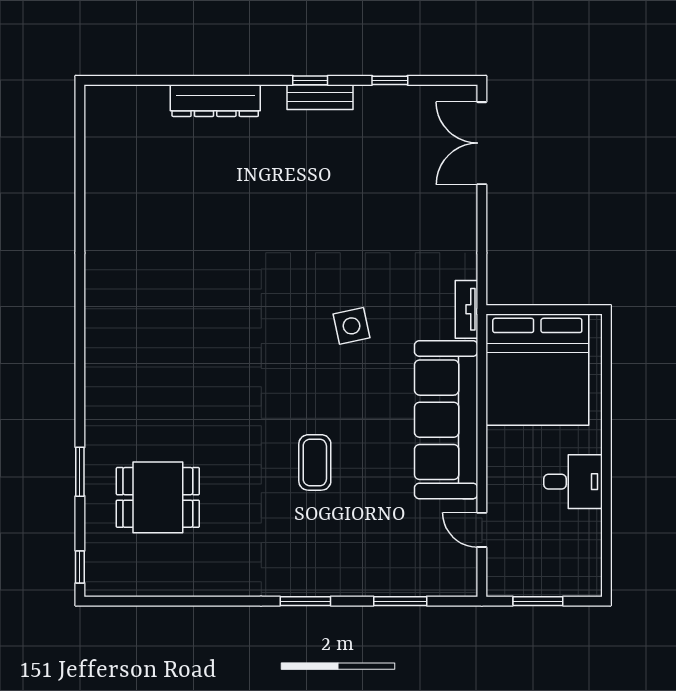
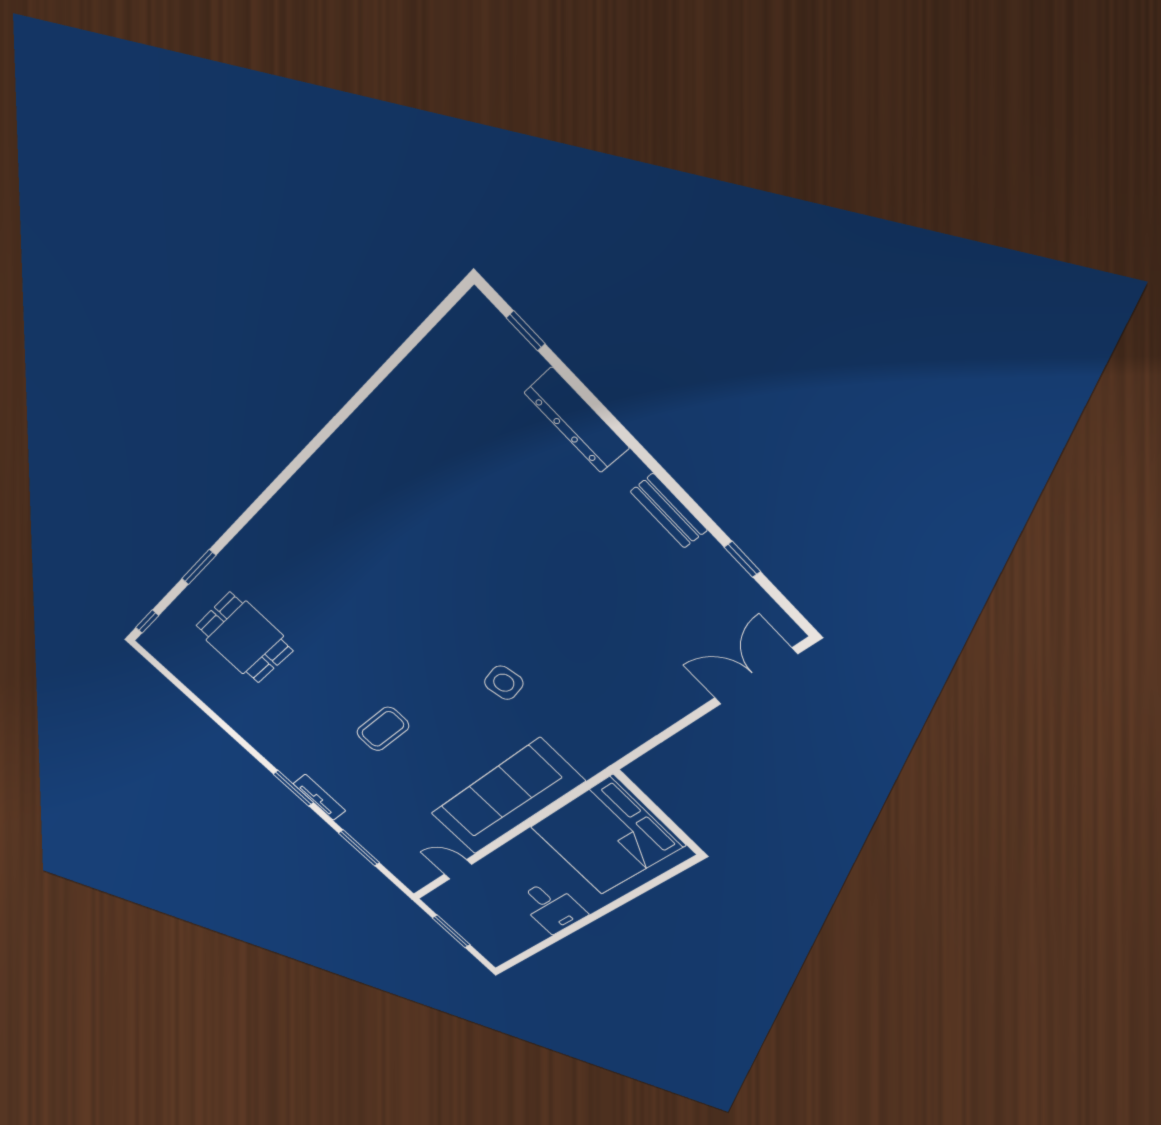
window: (310, 80) -> (526, 331), moved
tv unit: (466, 309) -> (319, 797), moved, turned 90
door: (482, 530) -> (458, 869), hinge flipped

